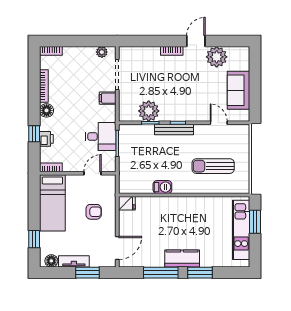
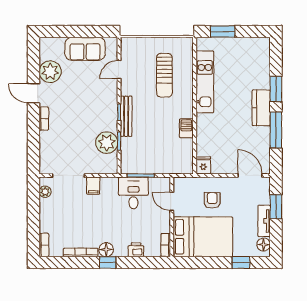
window: (34, 134) -> (108, 262), moved
bed: (52, 203) -> (203, 237), width x1.50
kitchen unit: (241, 230) -> (205, 82), moved, turned -90

